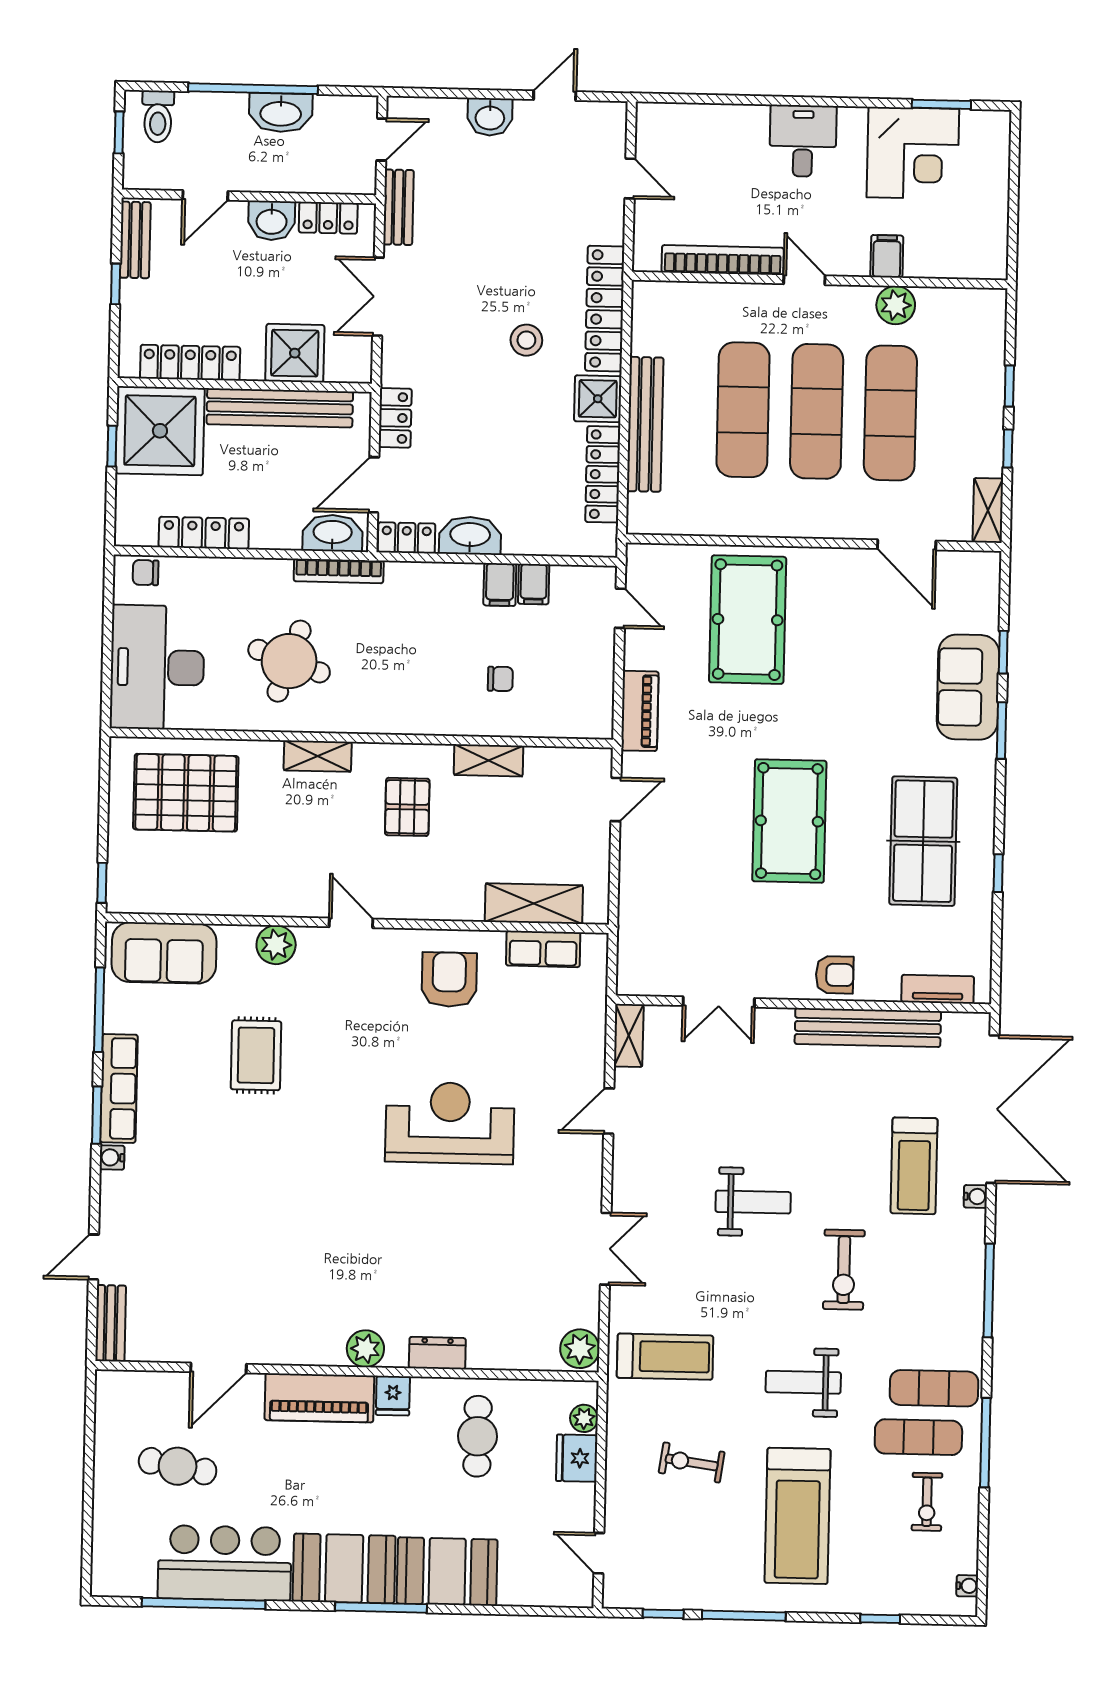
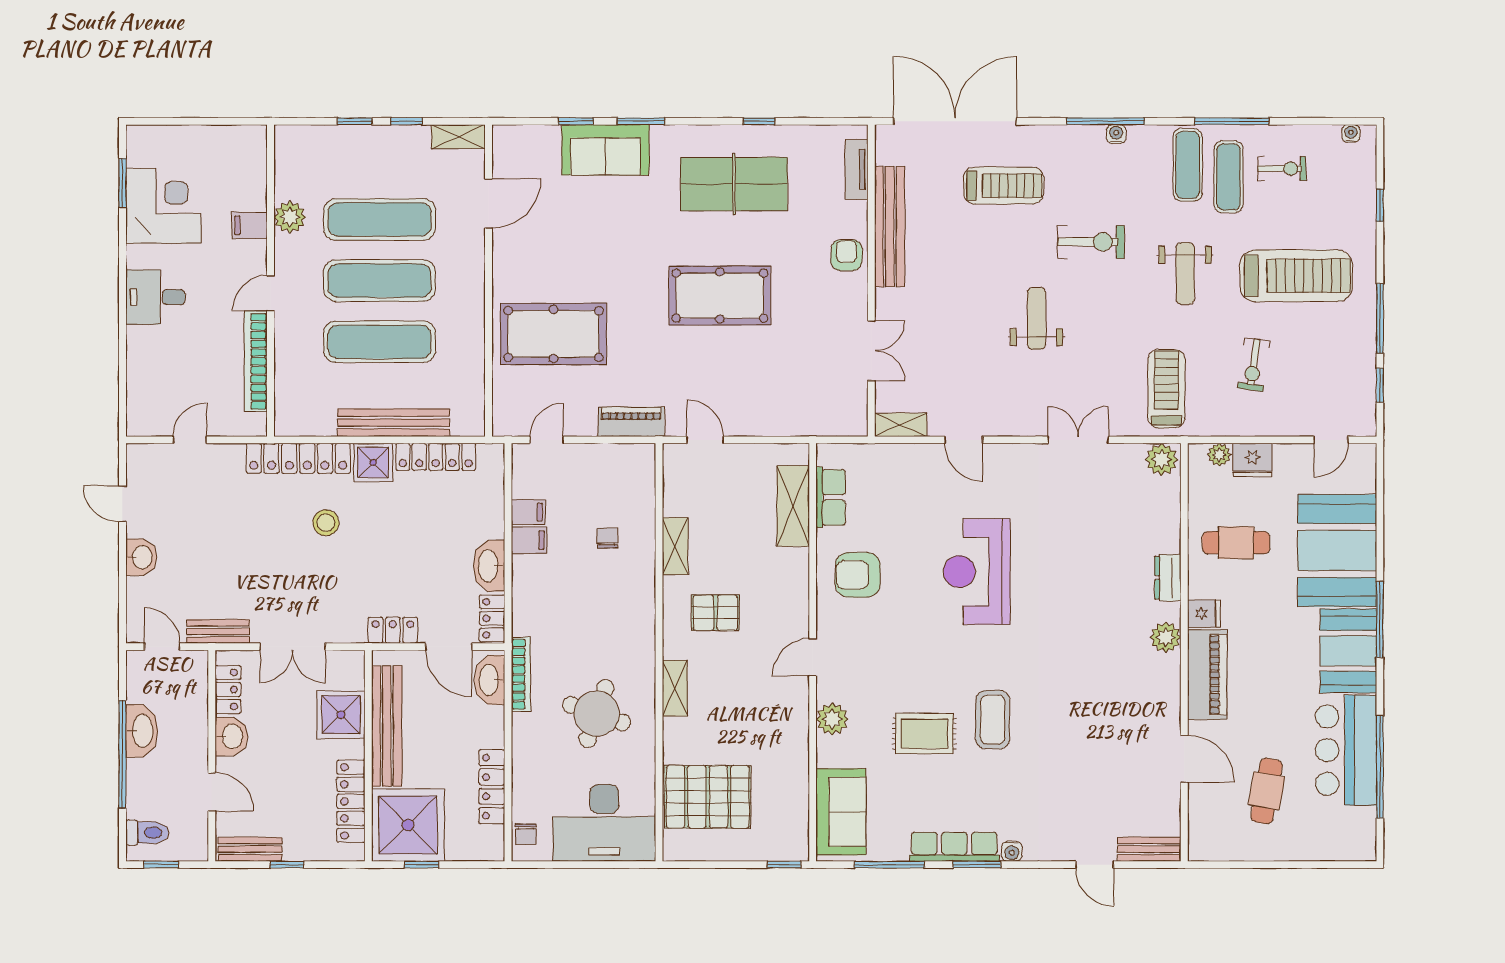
pallet: (186, 793) -> (708, 797), turned 90
coffee table: (271, 1138) -> (993, 720), added
water cooler: (975, 1196) -> (1116, 134), moved
booth: (447, 1572) -> (1337, 550), width x1.36, depth x1.42

